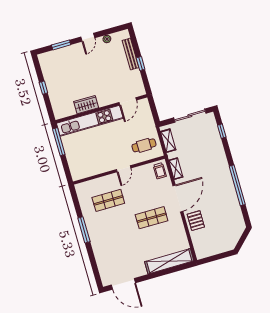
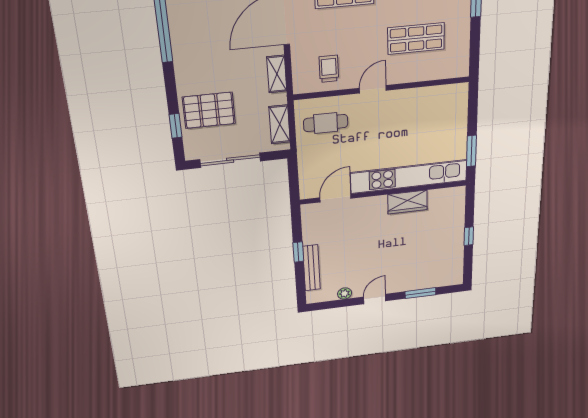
window: (59, 142) -> (471, 151), width x0.69
pallet: (206, 143) -> (209, 110), added
trolley: (160, 171) -> (329, 69), moved

